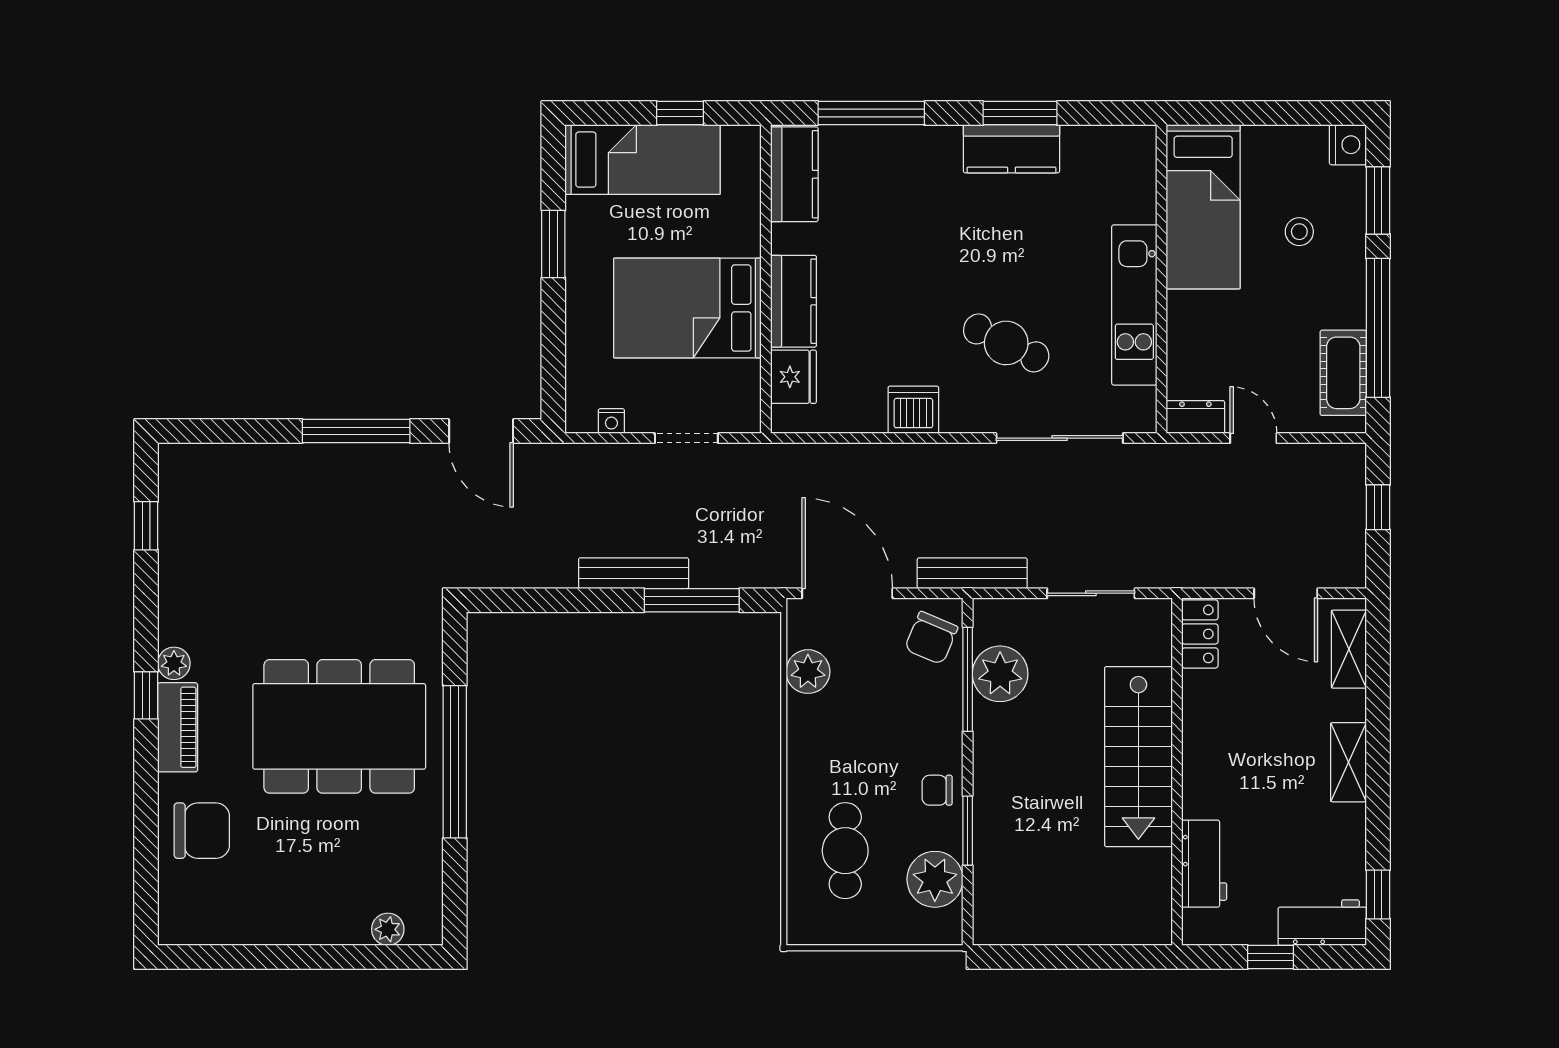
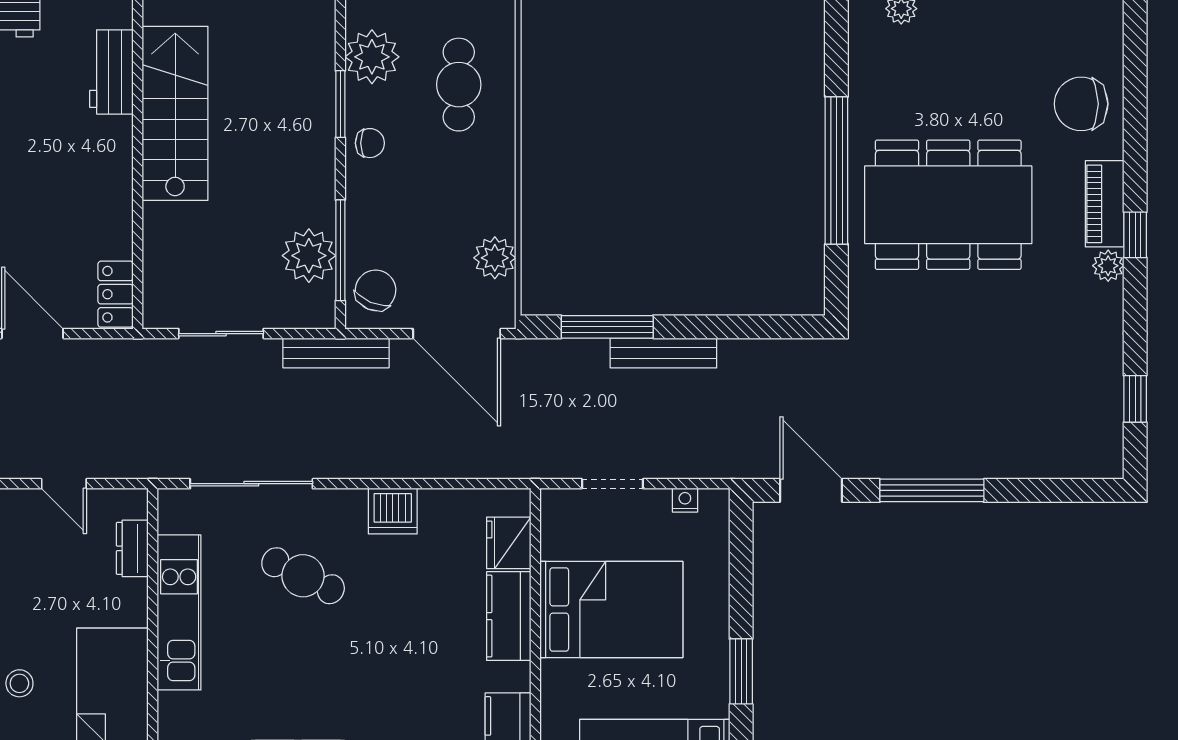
dresser: (1195, 417) -> (132, 548), moved, turned 90
stairs: (1138, 757) -> (175, 113), moved

